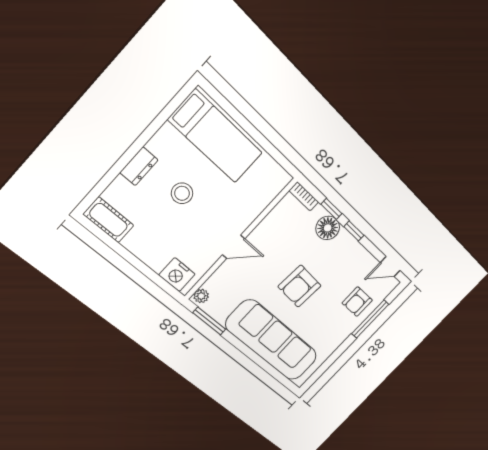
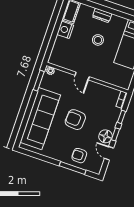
floor lamp: (328, 228) -> (106, 136), moved
door: (390, 267) -> (109, 153), moved
nightstand: (177, 275) -> (65, 30), moved

